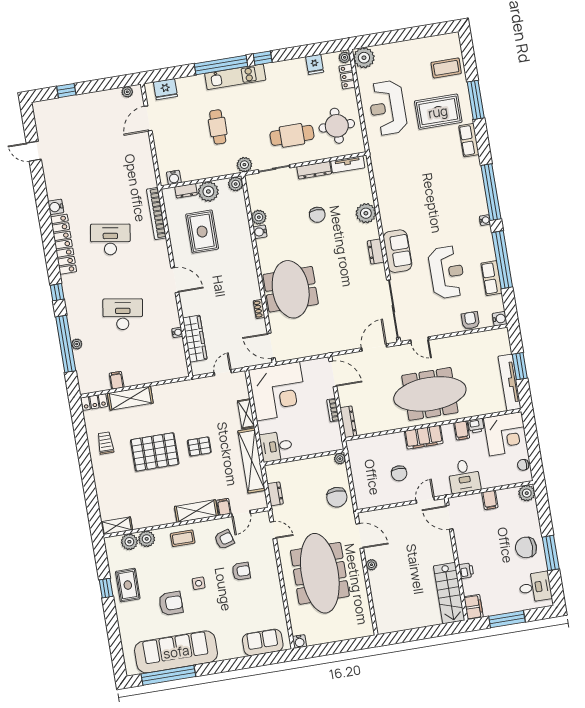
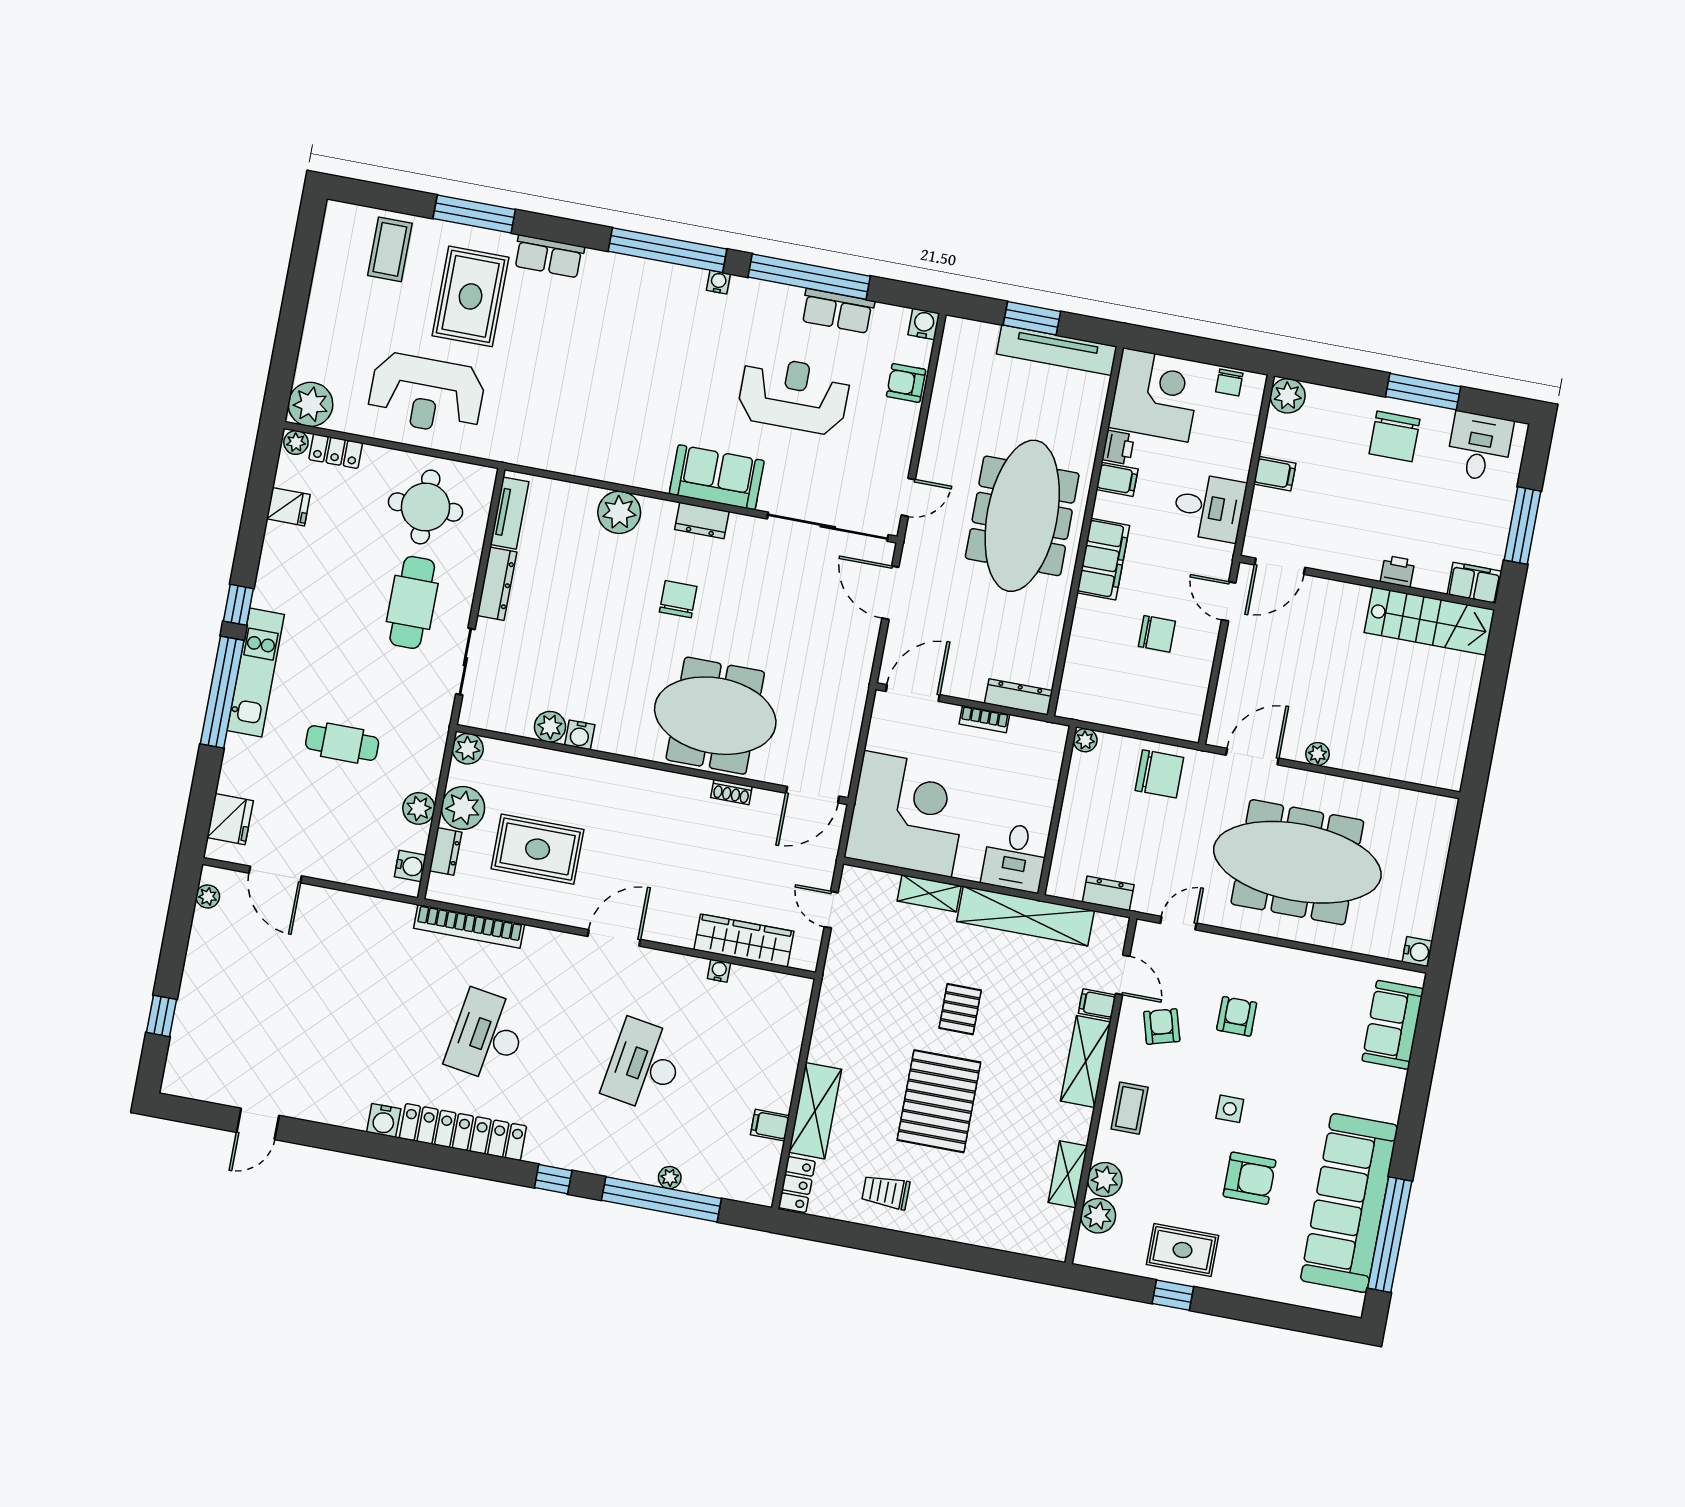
plant: (244, 165) -> (419, 808), moved
chair: (317, 215) -> (678, 599), moved, turned -90
shelving: (117, 526) -> (1068, 1174), moved
armchair: (171, 603) -> (1250, 1178), turned 90

